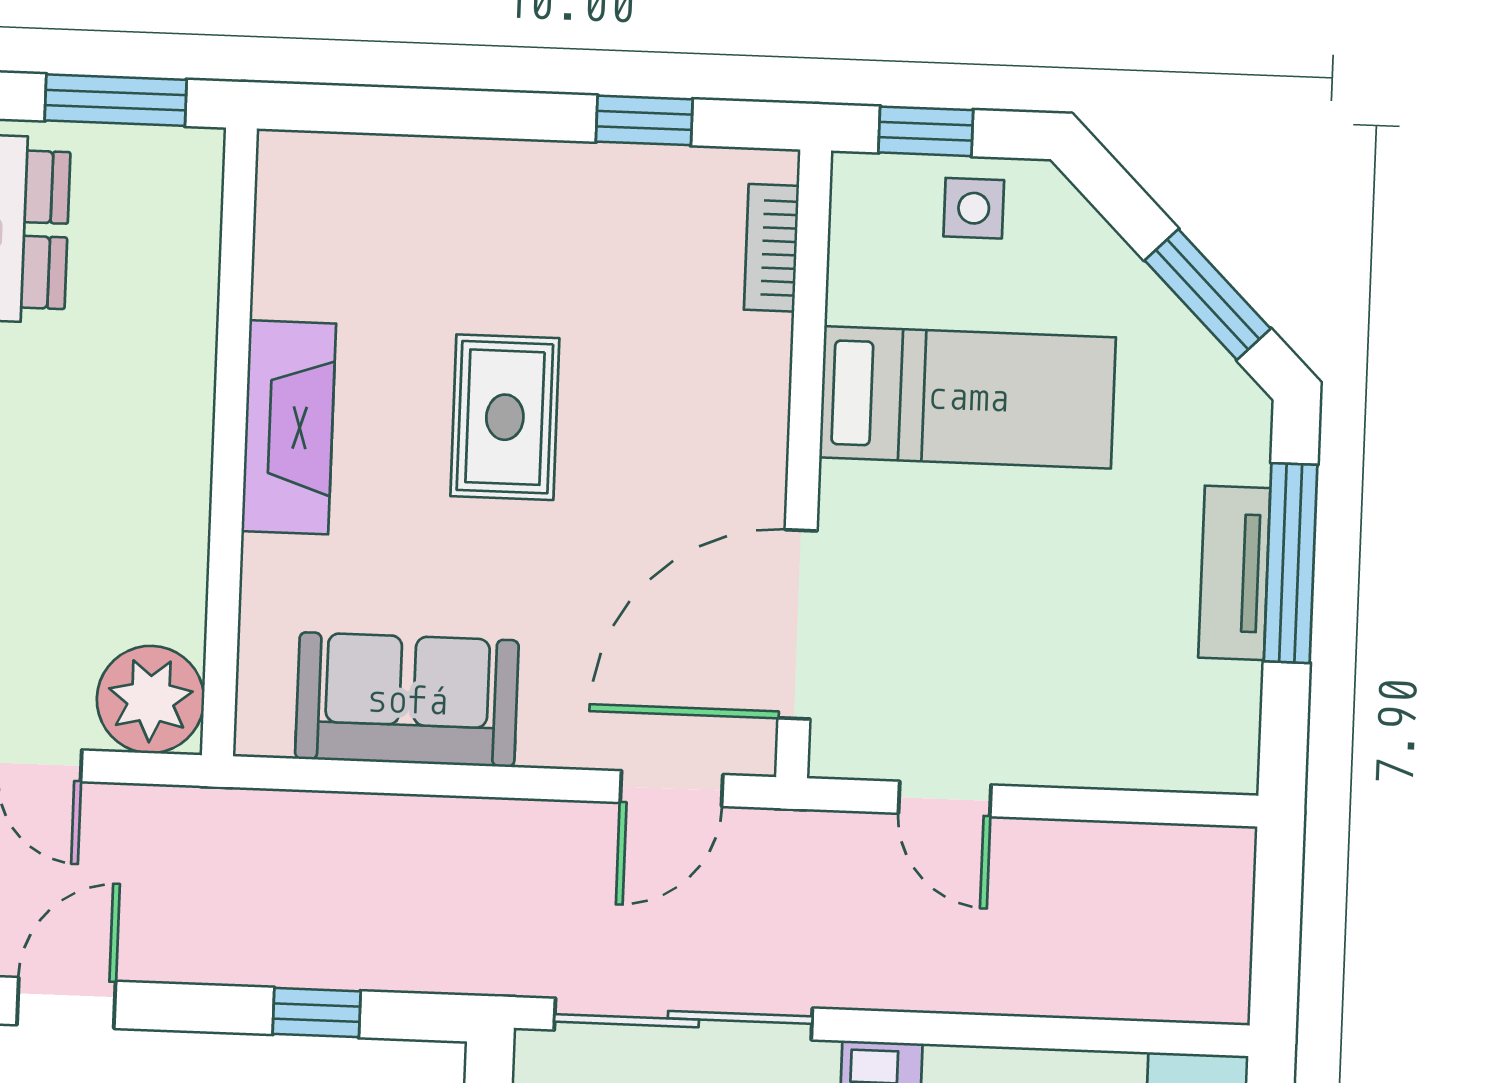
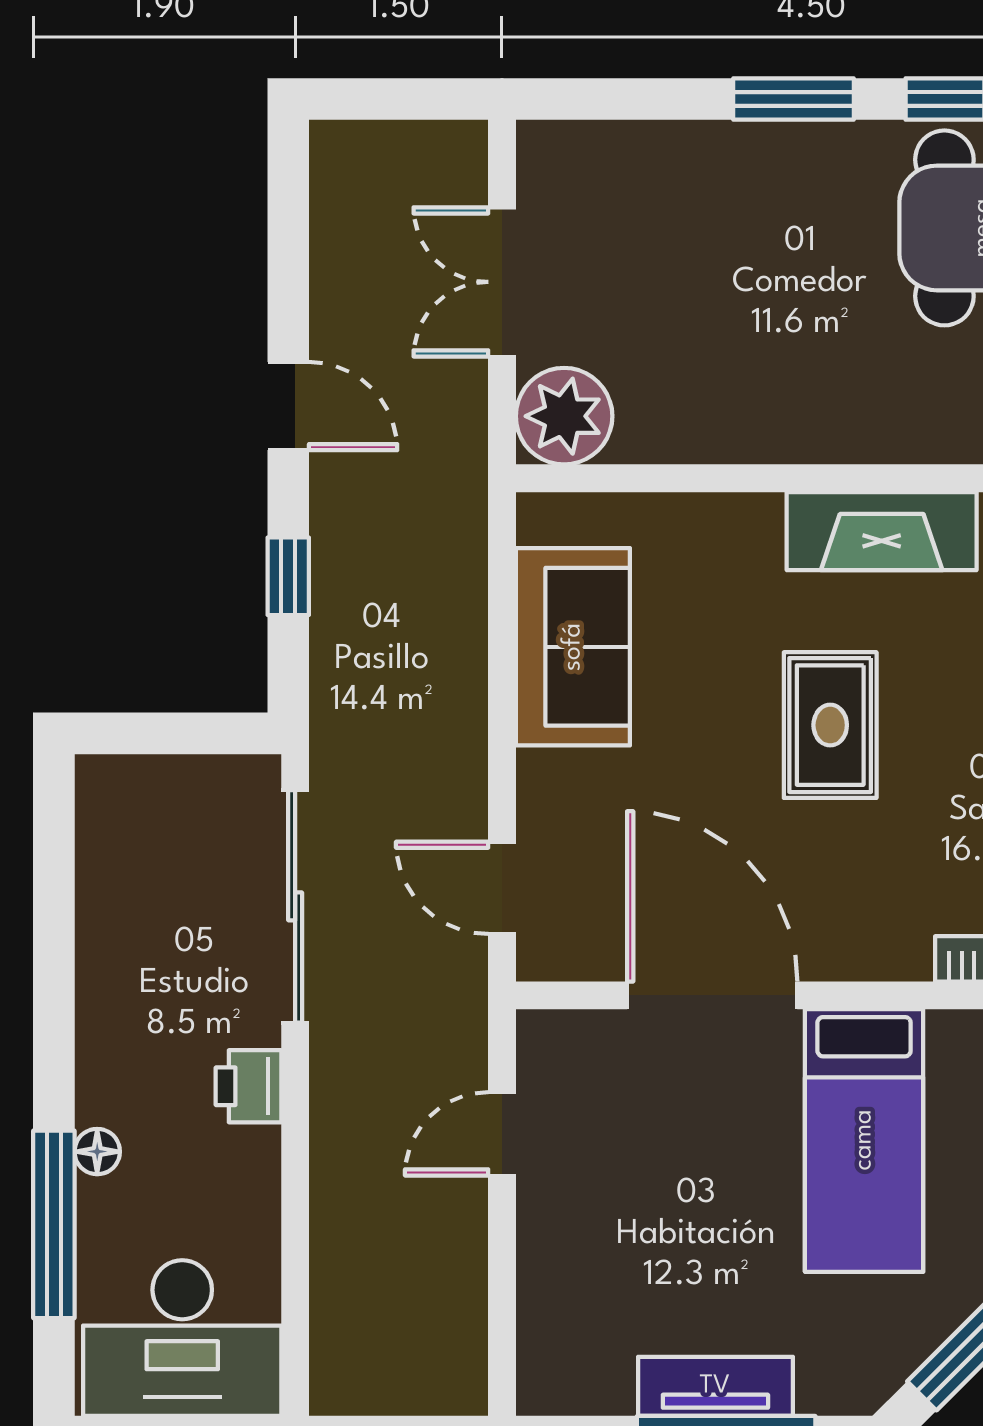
rug: (505, 417) -> (830, 725), turned 90
fireplace: (289, 427) -> (882, 531), moved
door: (797, 624) -> (712, 995), moved
door: (66, 1003) -> (288, 406), moved

